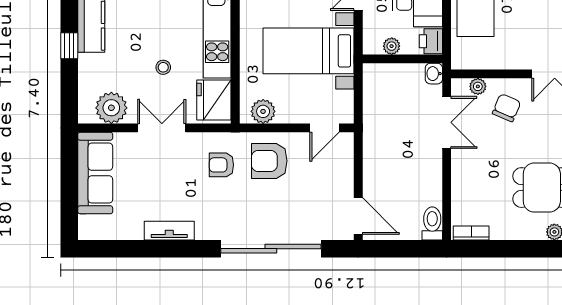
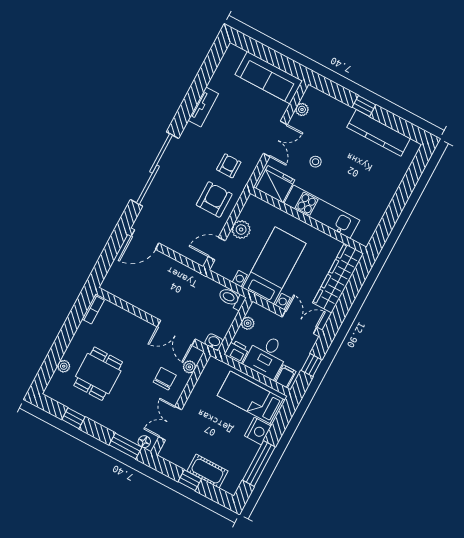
plant: (111, 108) -> (302, 109), width x0.53, depth x0.53
chair: (507, 108) -> (165, 379), turned -113
plant: (263, 111) -> (241, 230), moved
door: (324, 128) -> (217, 249), hinge flipped
toilet: (432, 223) -> (232, 298), moved, turned 180

